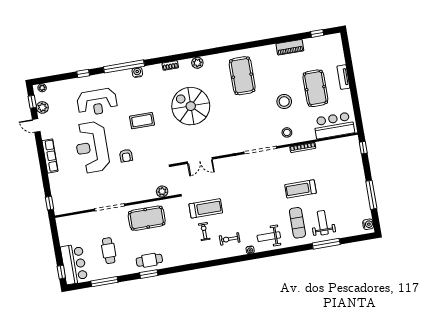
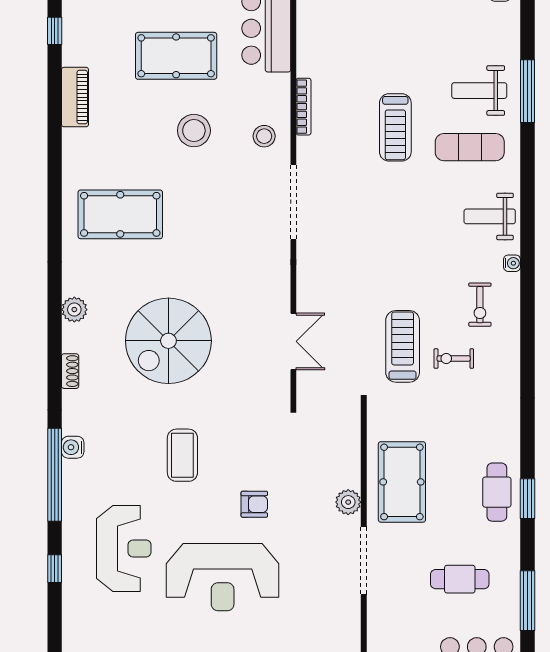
plant: (162, 191) -> (348, 502), moved
weight bench: (269, 237) -> (490, 216), turned 90

